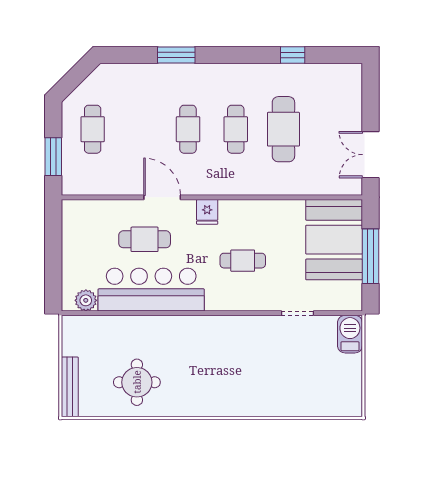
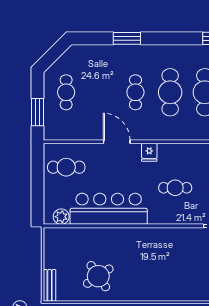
cafe table: (236, 129) -> (170, 92), width x1.37, depth x1.35
cafe table: (145, 239) -> (66, 167), moved
round table: (137, 382) -> (98, 276), turned -34
bench: (70, 387) -> (50, 285), width x0.73

